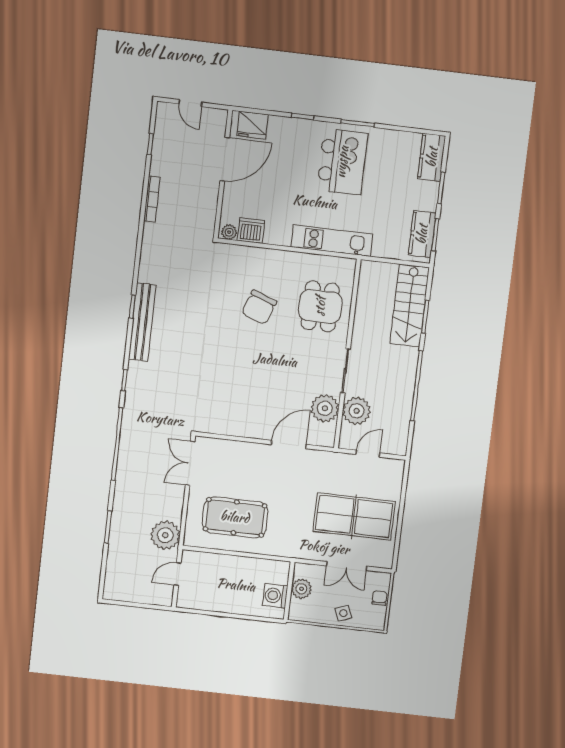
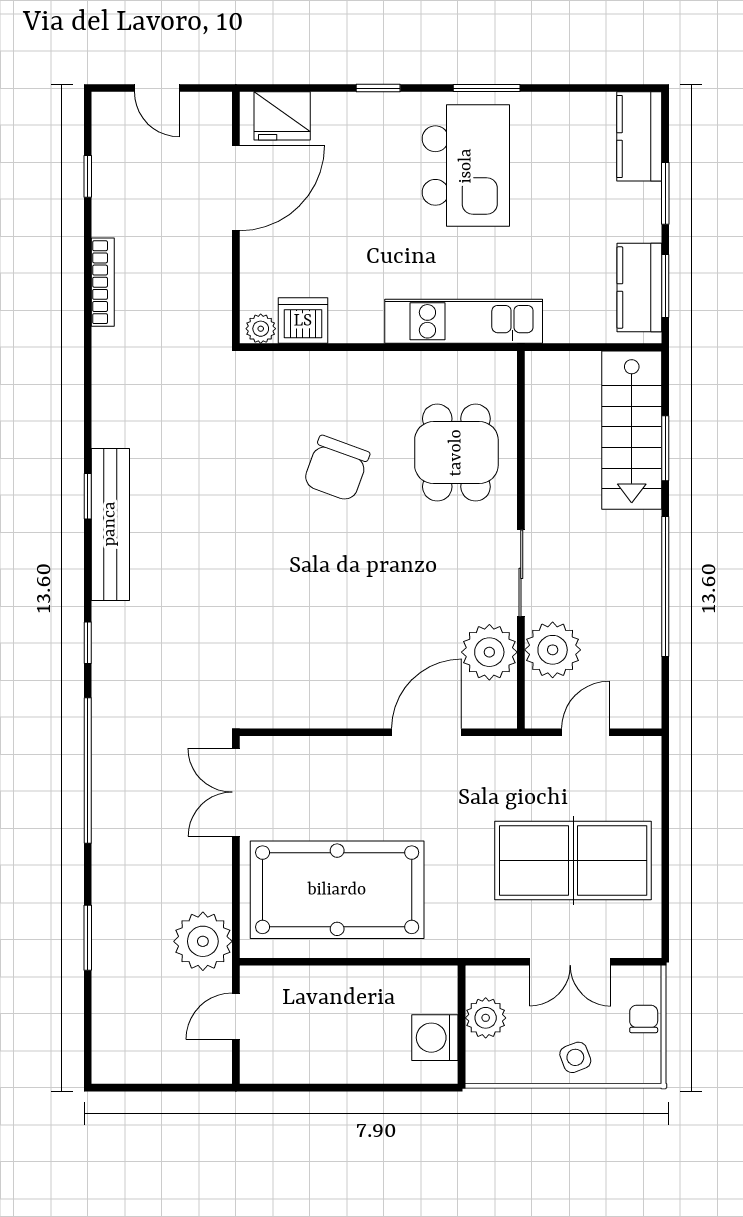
pool table: (235, 517) -> (337, 890), width x1.36, depth x1.32

